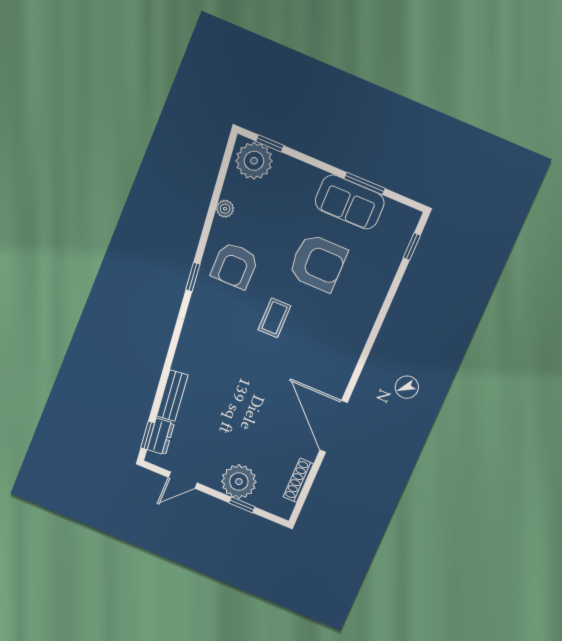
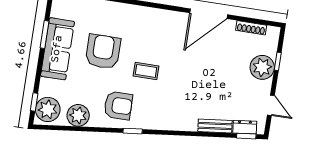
sofa: (350, 202) -> (57, 49), width x1.36
plant: (225, 209) -> (78, 115), width x1.87, depth x1.87

